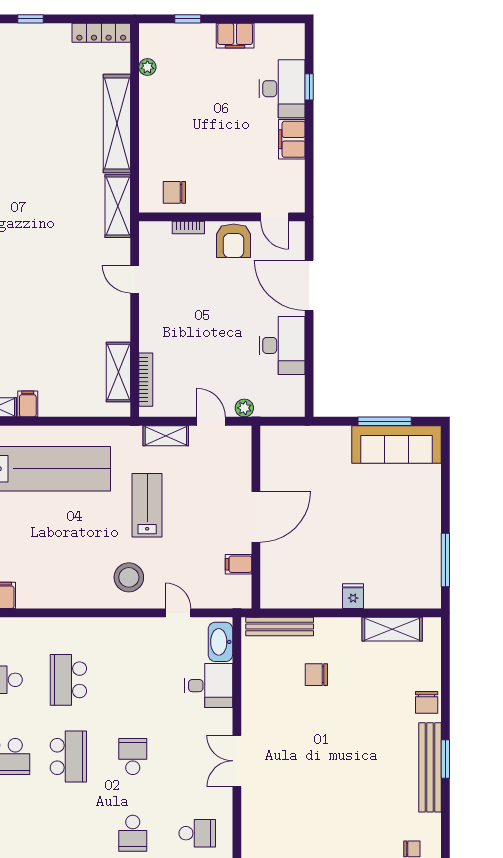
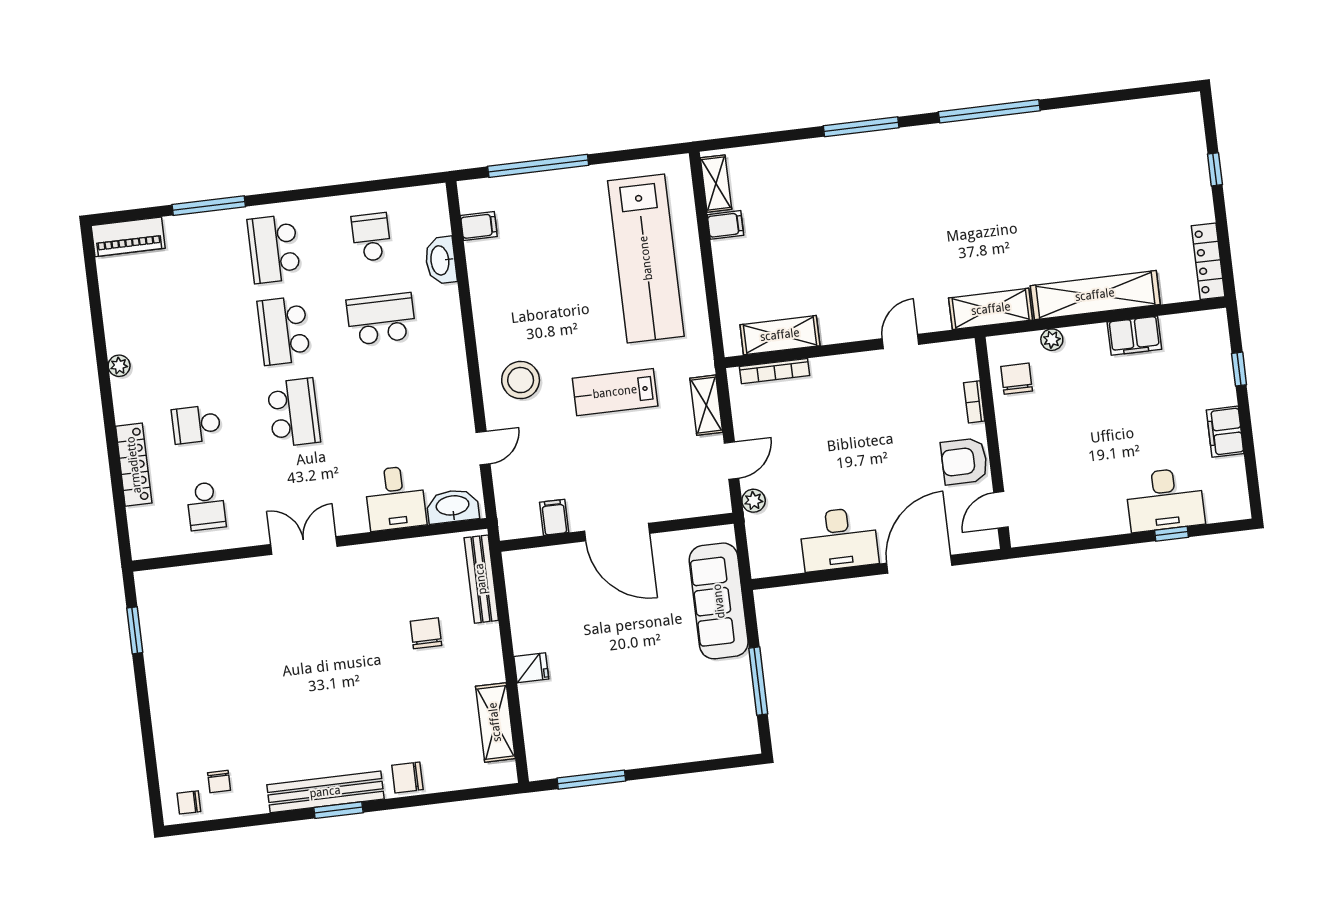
plant: (147, 67) -> (1052, 340), moved
filing cabinet: (292, 139) -> (1134, 336), moved, turned 180
sofa: (397, 444) -> (719, 601), moved
lab bench: (147, 505) -> (615, 392), turned 180
washbasin: (28, 628) -> (441, 260), added
school desk: (68, 757) -> (284, 331), turned 90
school desk: (133, 757) -> (294, 413), width x1.85

